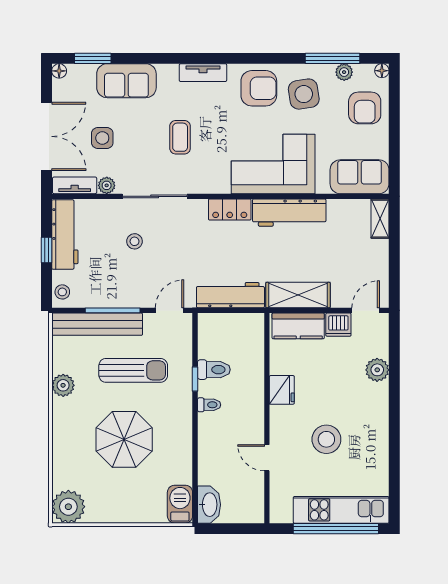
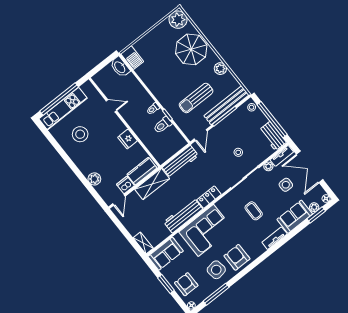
plant: (344, 72) -> (314, 207), moved
tv unit: (203, 73) -> (275, 238), moved
armchair: (259, 88) -> (237, 257), turned 90
window: (394, 132) -> (166, 284), added
workbench: (65, 235) -> (273, 136), width x0.73
window: (46, 250) -> (272, 120), width x3.17
parasol: (124, 439) -> (191, 49), moved
stool: (326, 439) -> (80, 134), moved

